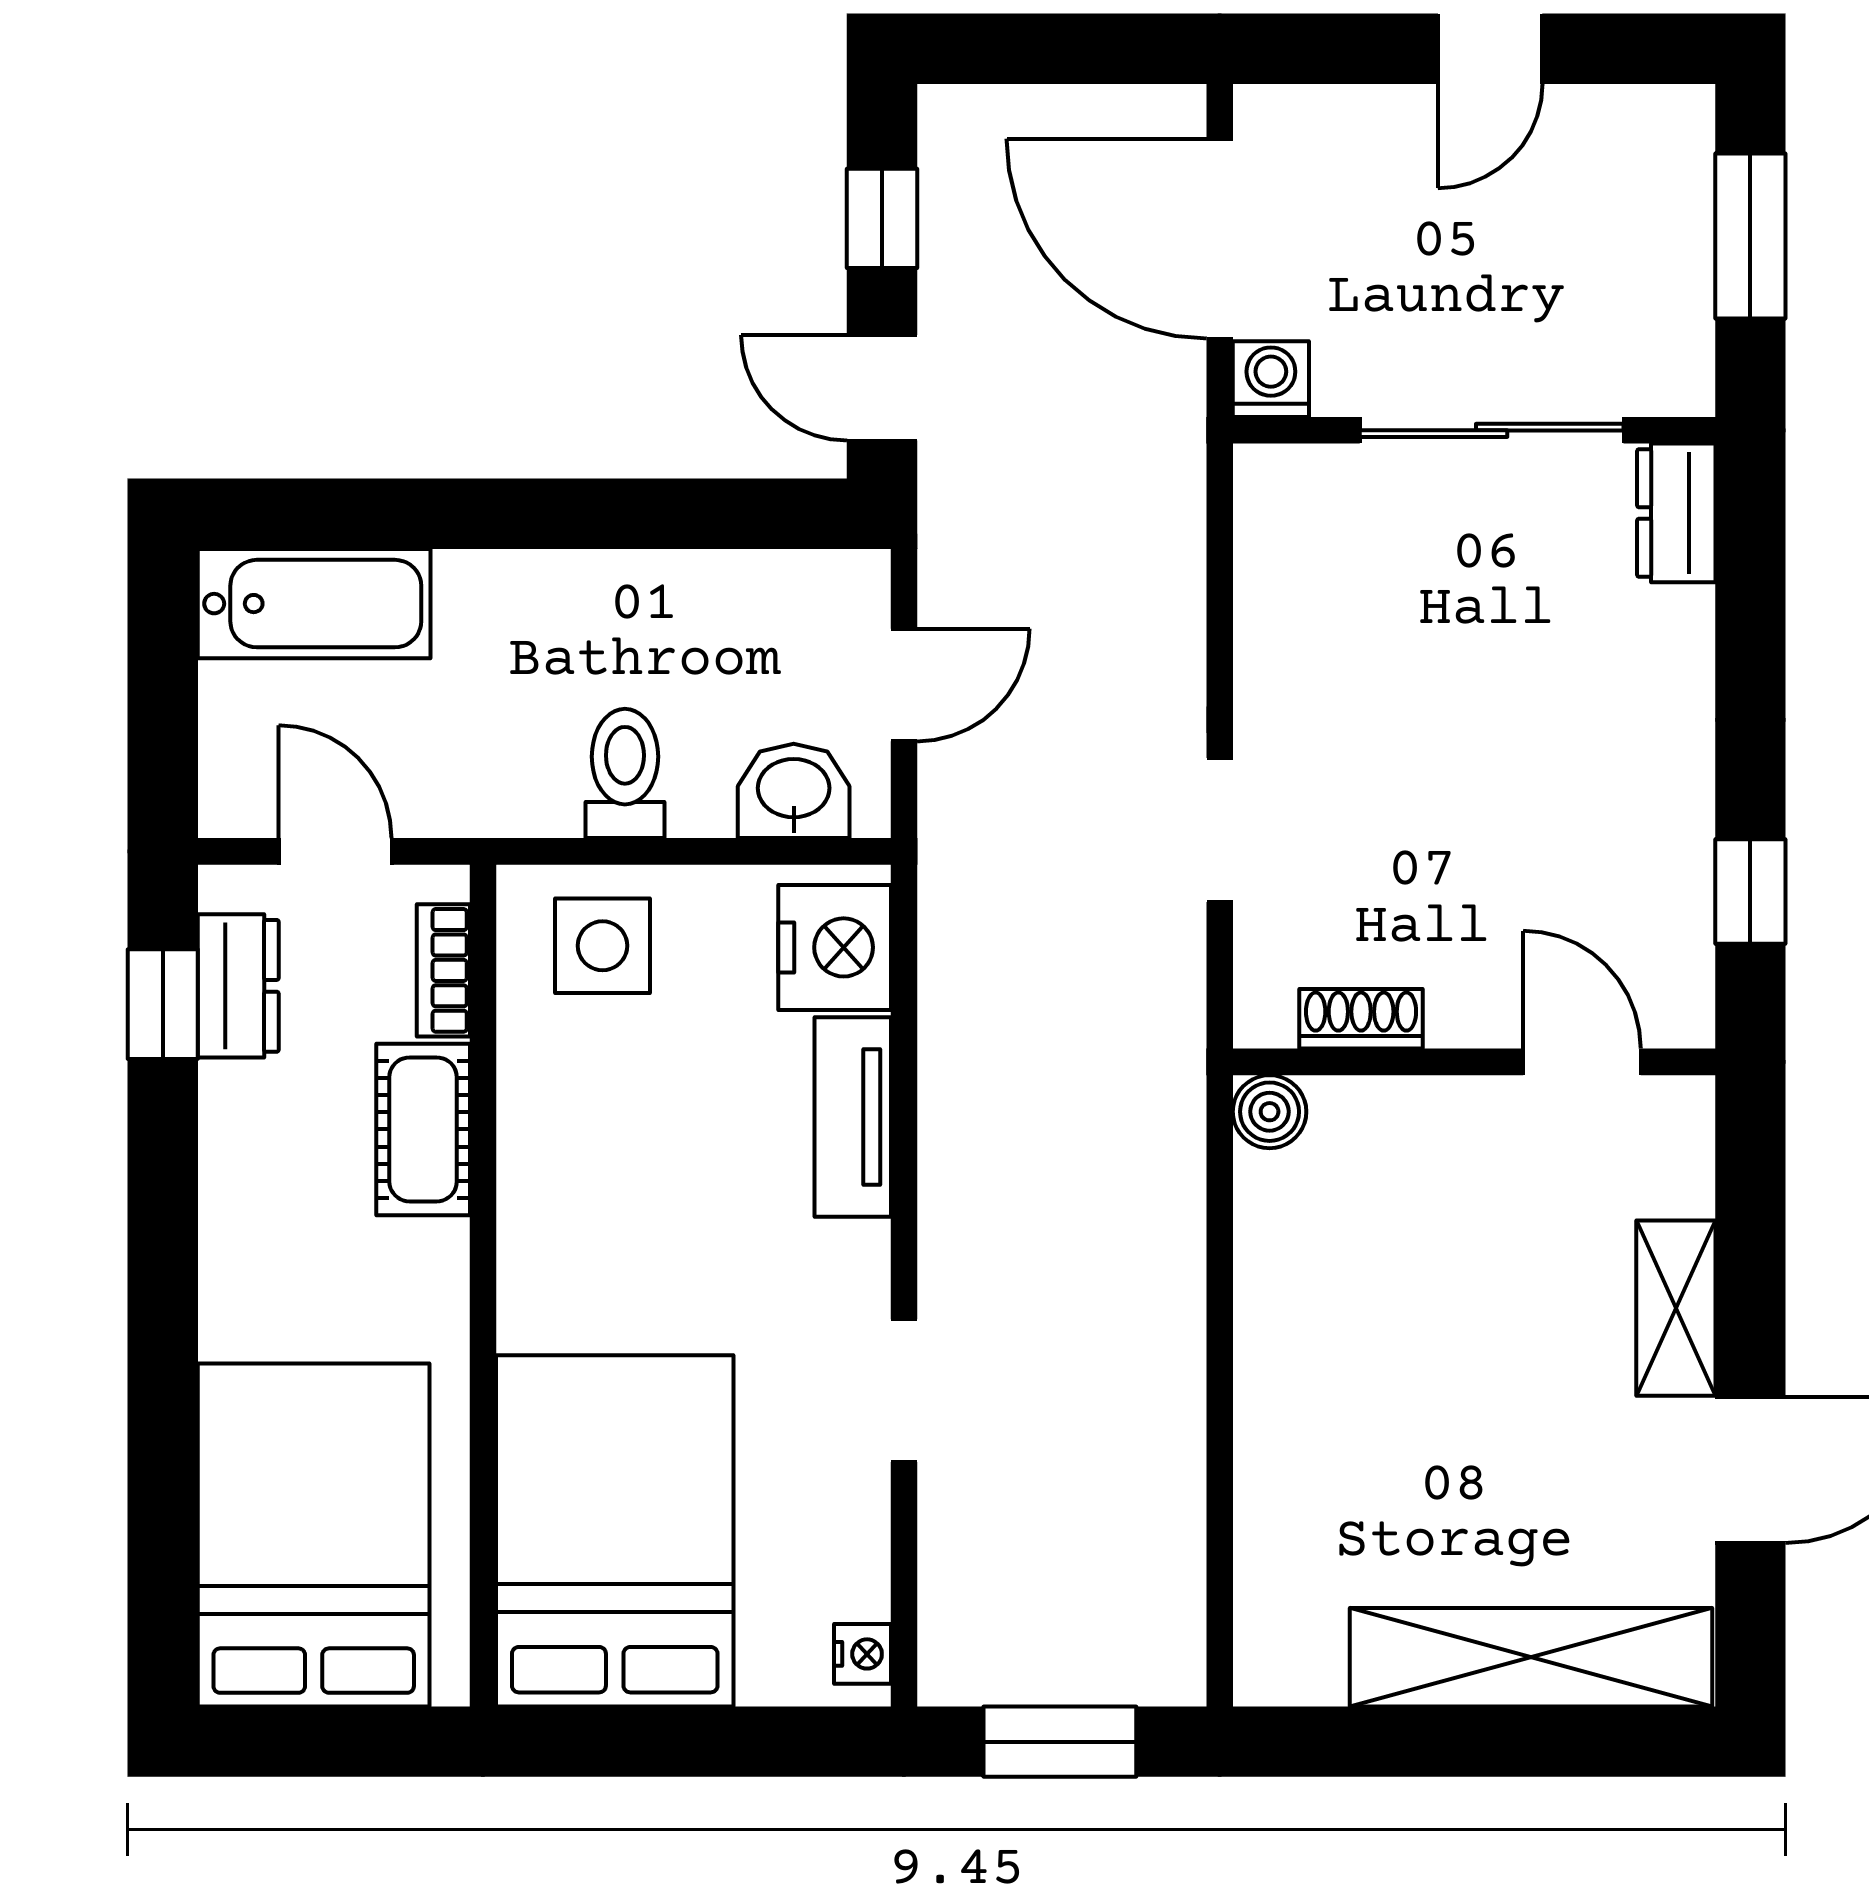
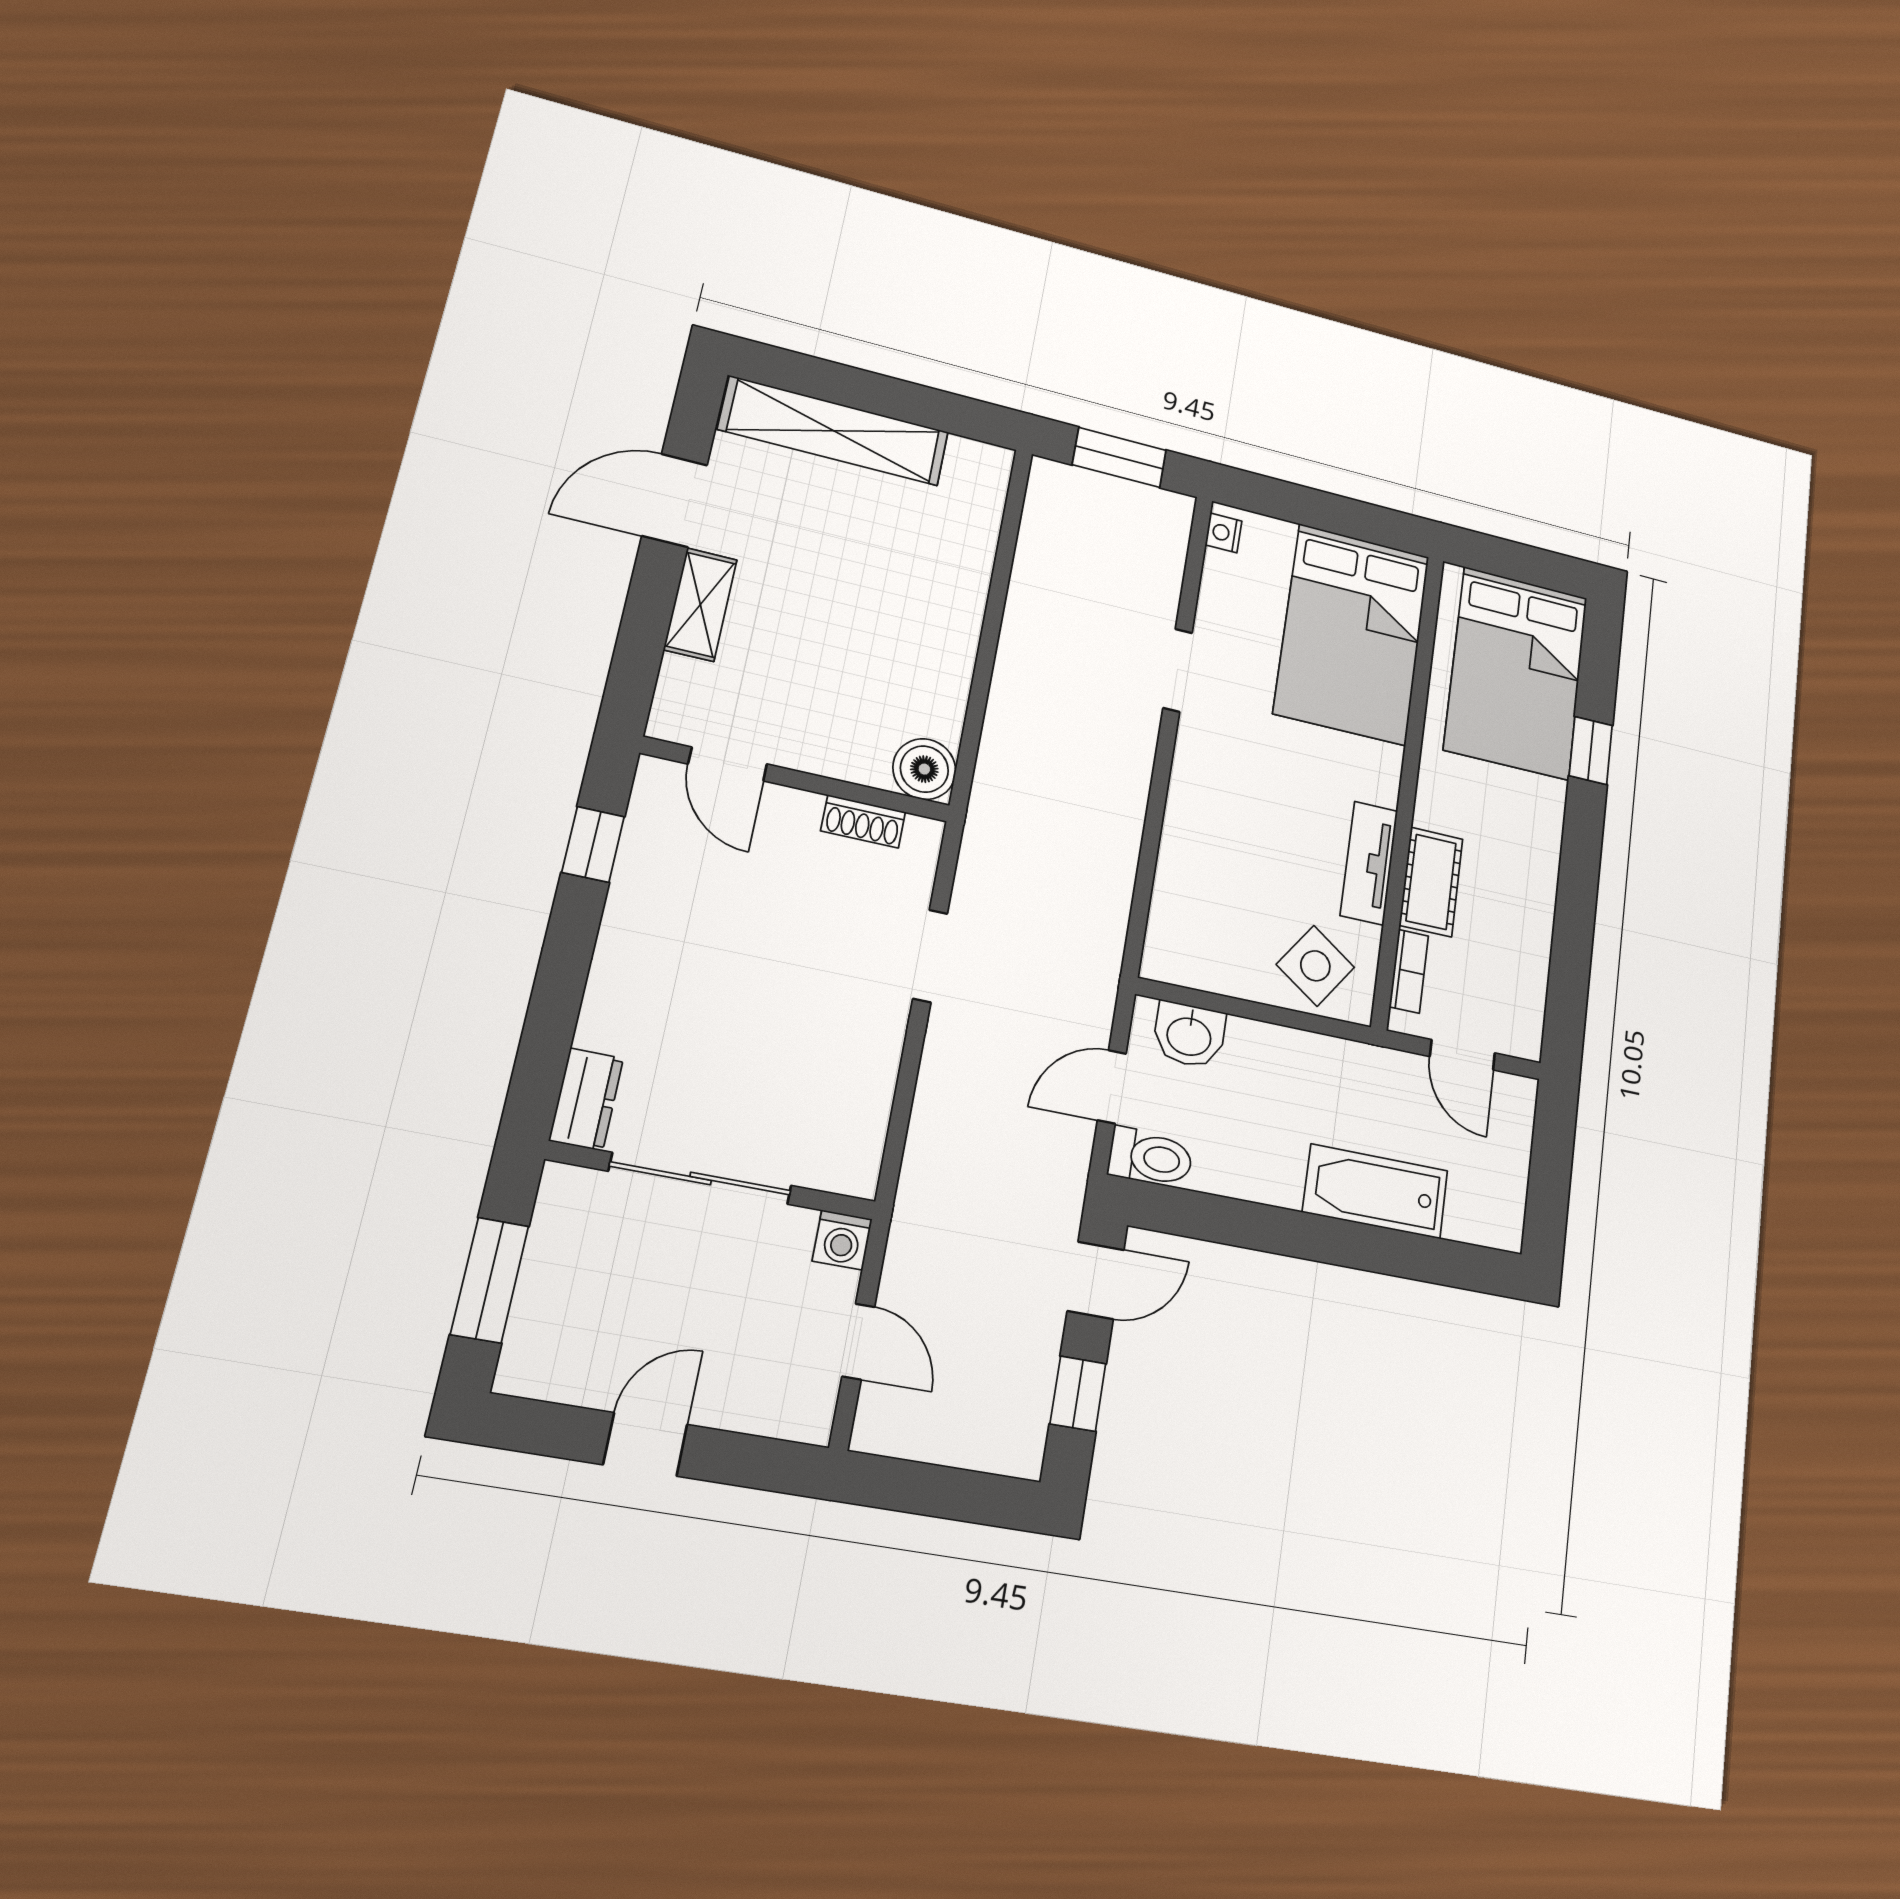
door: (1220, 239) -> (858, 1342), width x0.53
door: (882, 388) -> (1096, 1280), hinge flipped
bathtub: (314, 604) -> (1375, 1191), moved
toilet: (625, 773) -> (1150, 1157), moved, turned -90
side table: (603, 946) -> (1315, 966), turned 35
nightstand: (835, 947) -> (1179, 935), removed
dresser: (238, 986) -> (1525, 988), removed
window: (163, 1004) -> (1591, 750), moved
boiler: (1270, 1112) -> (924, 769), width x1.36, depth x1.36
tv unit: (853, 1117) -> (1369, 863), moved, turned 180

